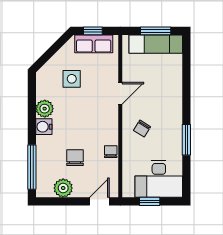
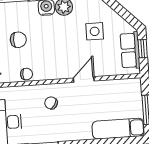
exam couch: (156, 44) -> (118, 129), moved, turned 90
door: (120, 93) -> (84, 80), swing flipped

